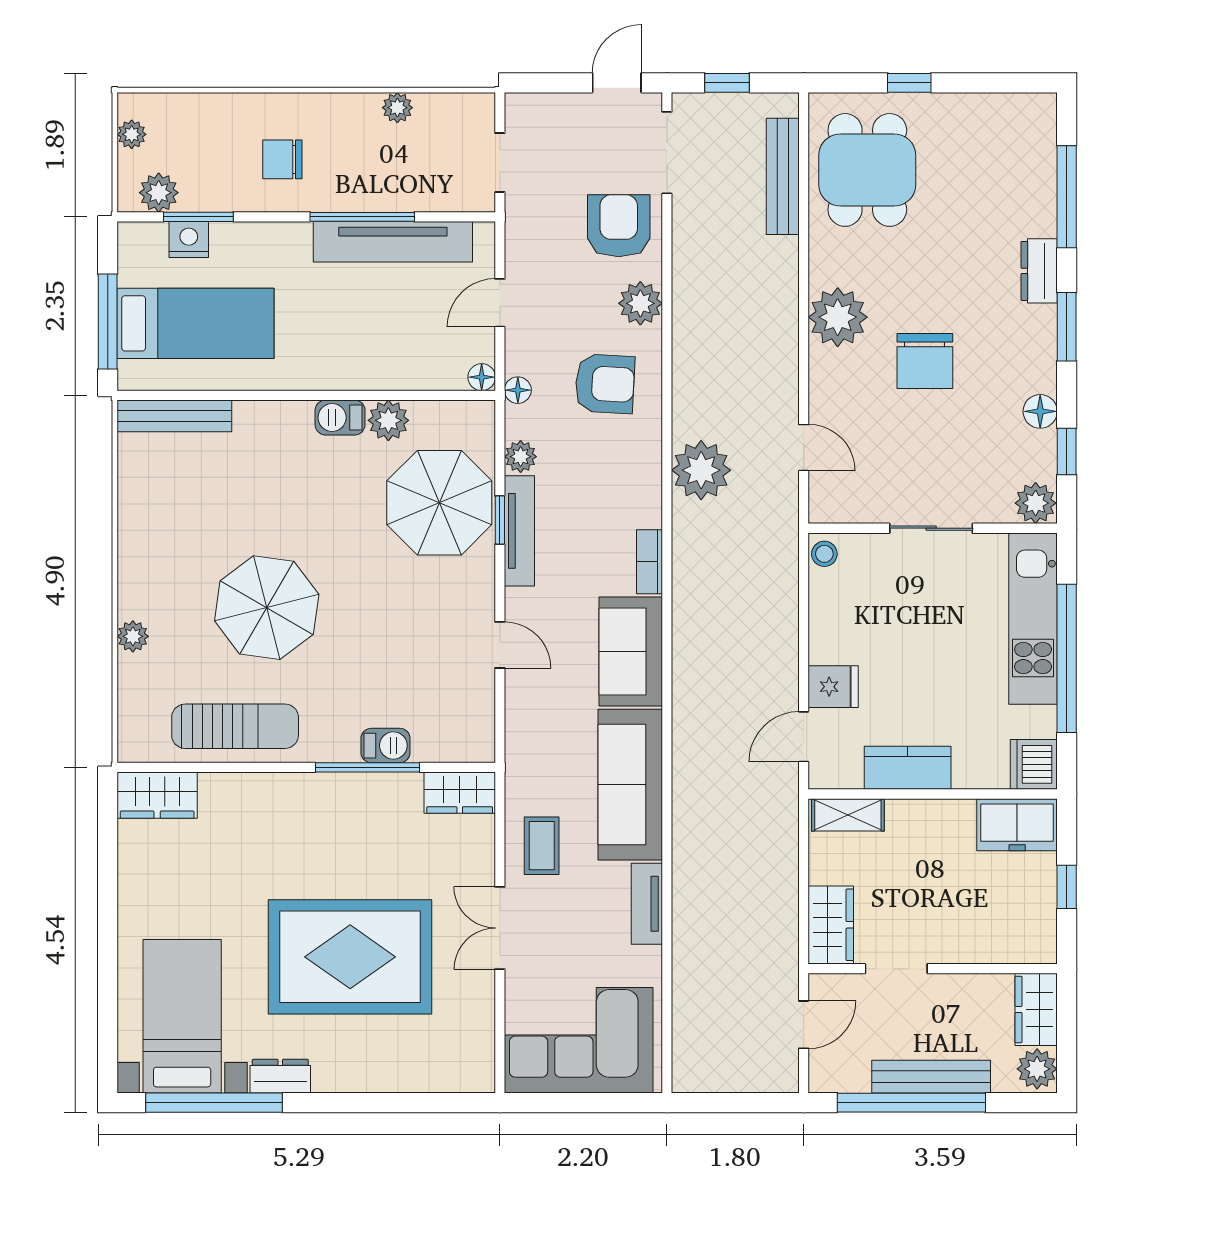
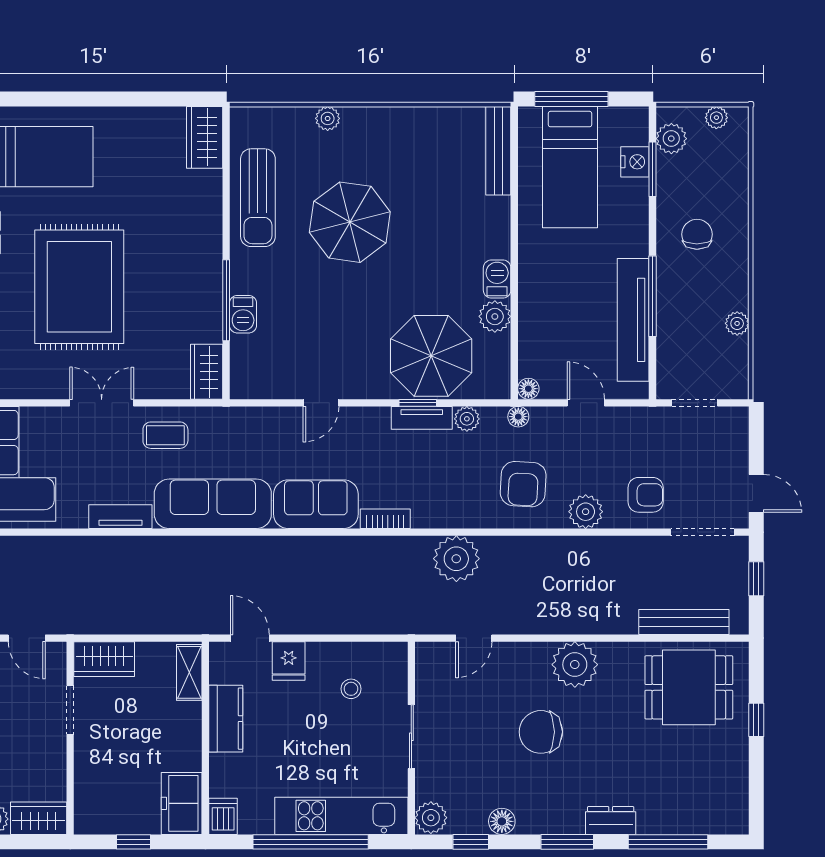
armchair: (619, 226) -> (646, 495), width x0.72, depth x0.72
tv unit: (519, 531) -> (422, 418), width x0.71
stool: (824, 554) -> (351, 689), moved
dishwasher: (1034, 764) -> (223, 816), width x0.73

